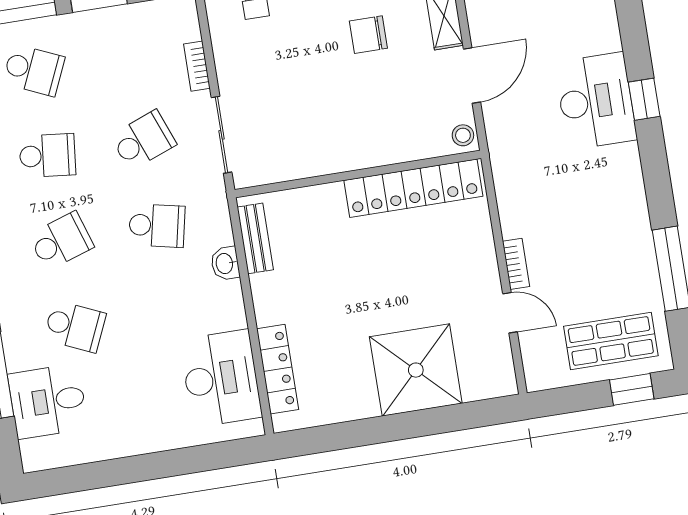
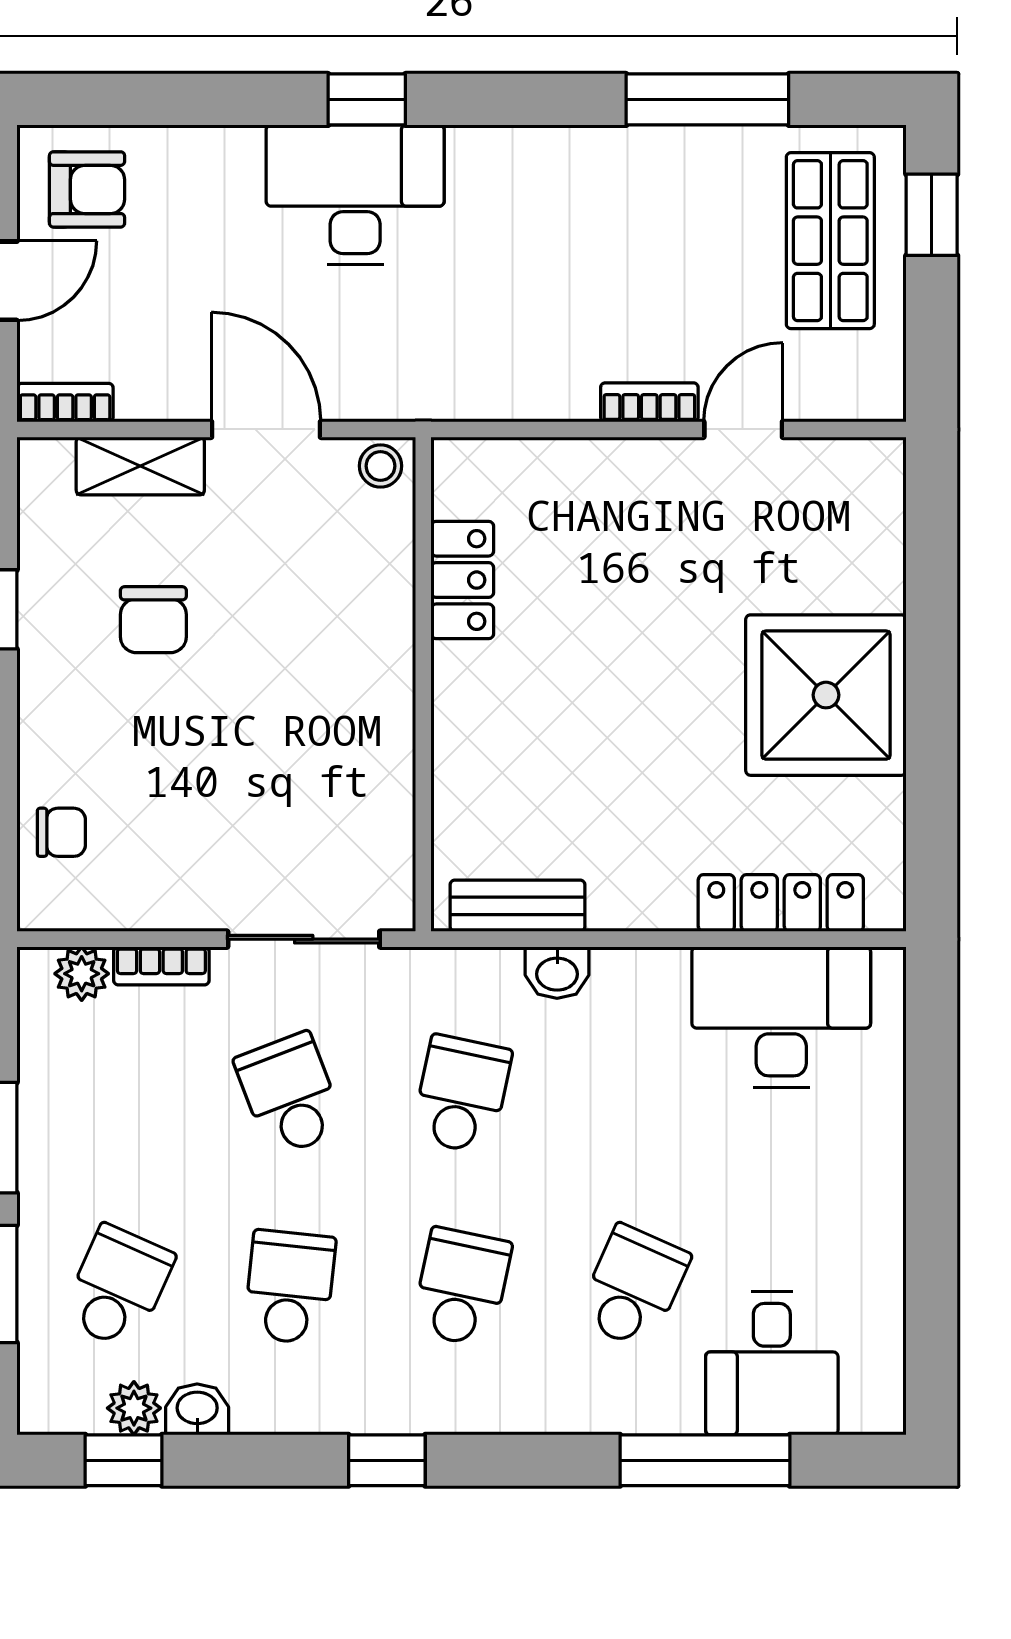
plant: (187, 27) -> (82, 974), added
locker: (413, 188) -> (462, 580), width x0.46, depth x0.83
school desk: (61, 241) -> (462, 1287), turned 30
shower: (416, 370) -> (826, 695), moved

